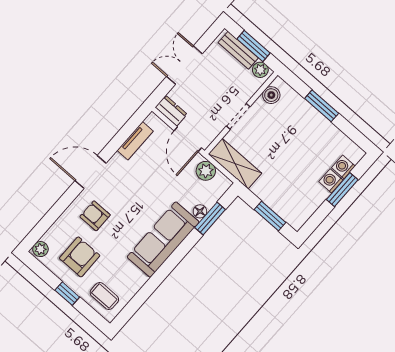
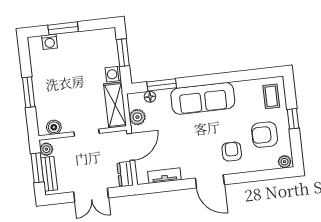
washing machine: (331, 181) -> (113, 74), moved, turned 90
floor lamp: (200, 211) -> (150, 97), moved
armchair: (95, 216) -> (232, 152), turned 180

